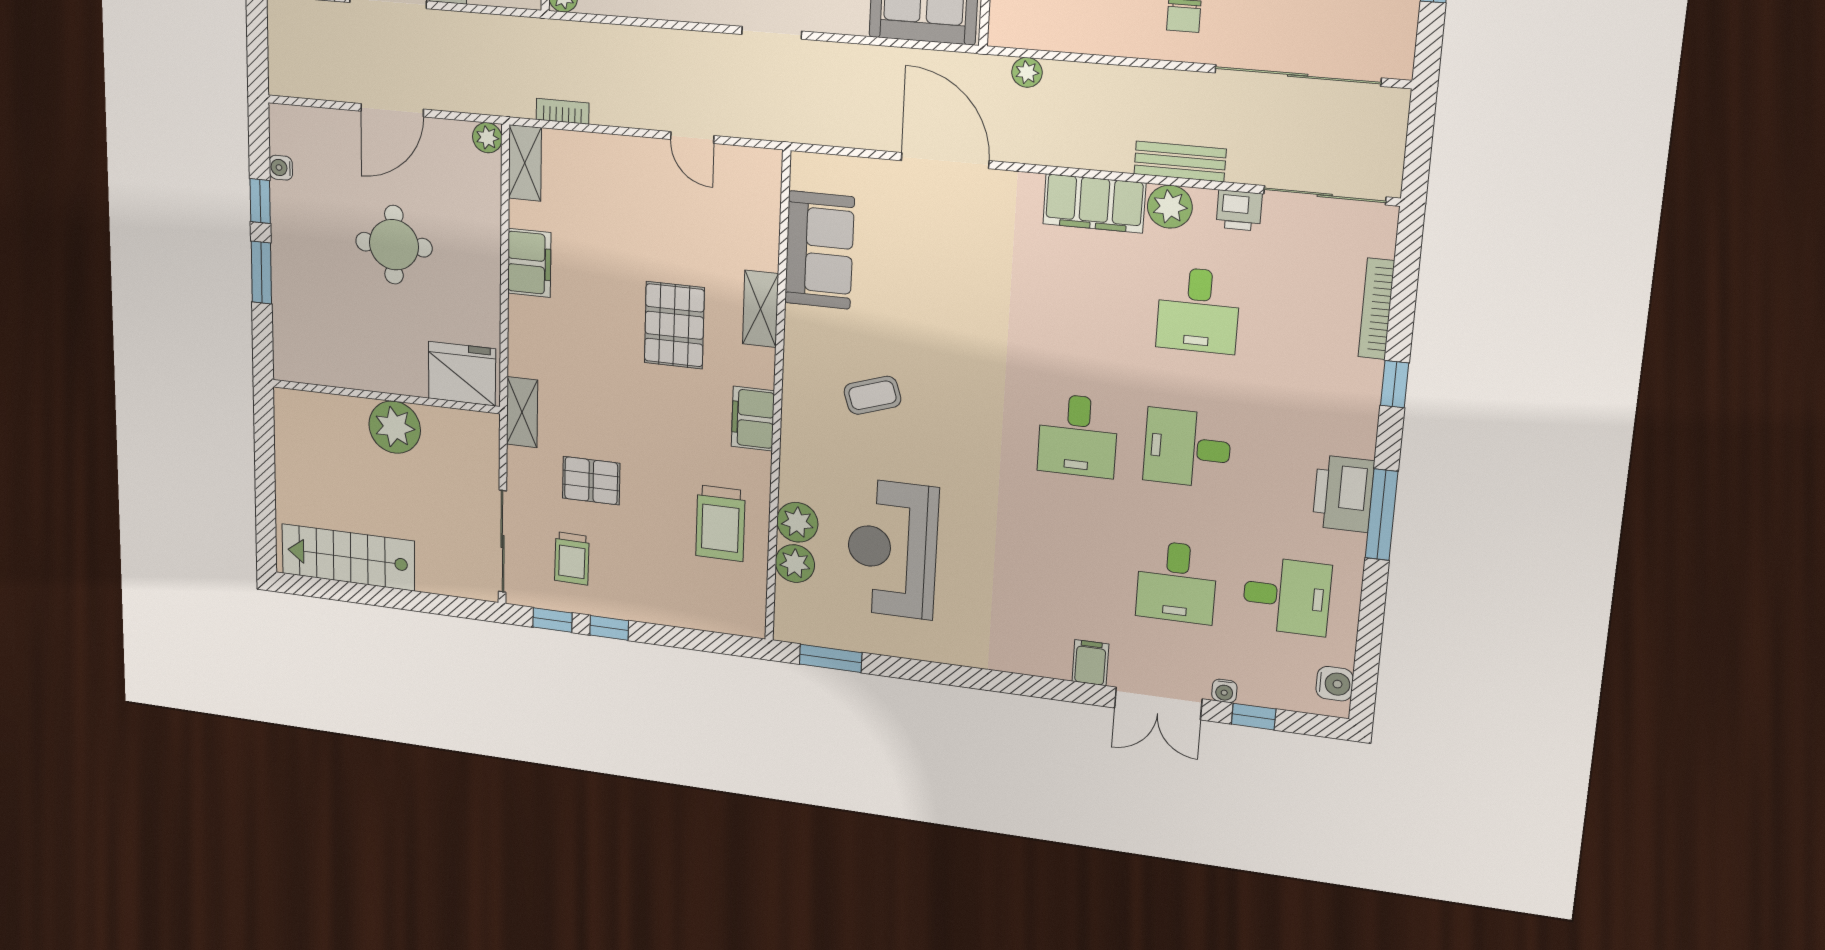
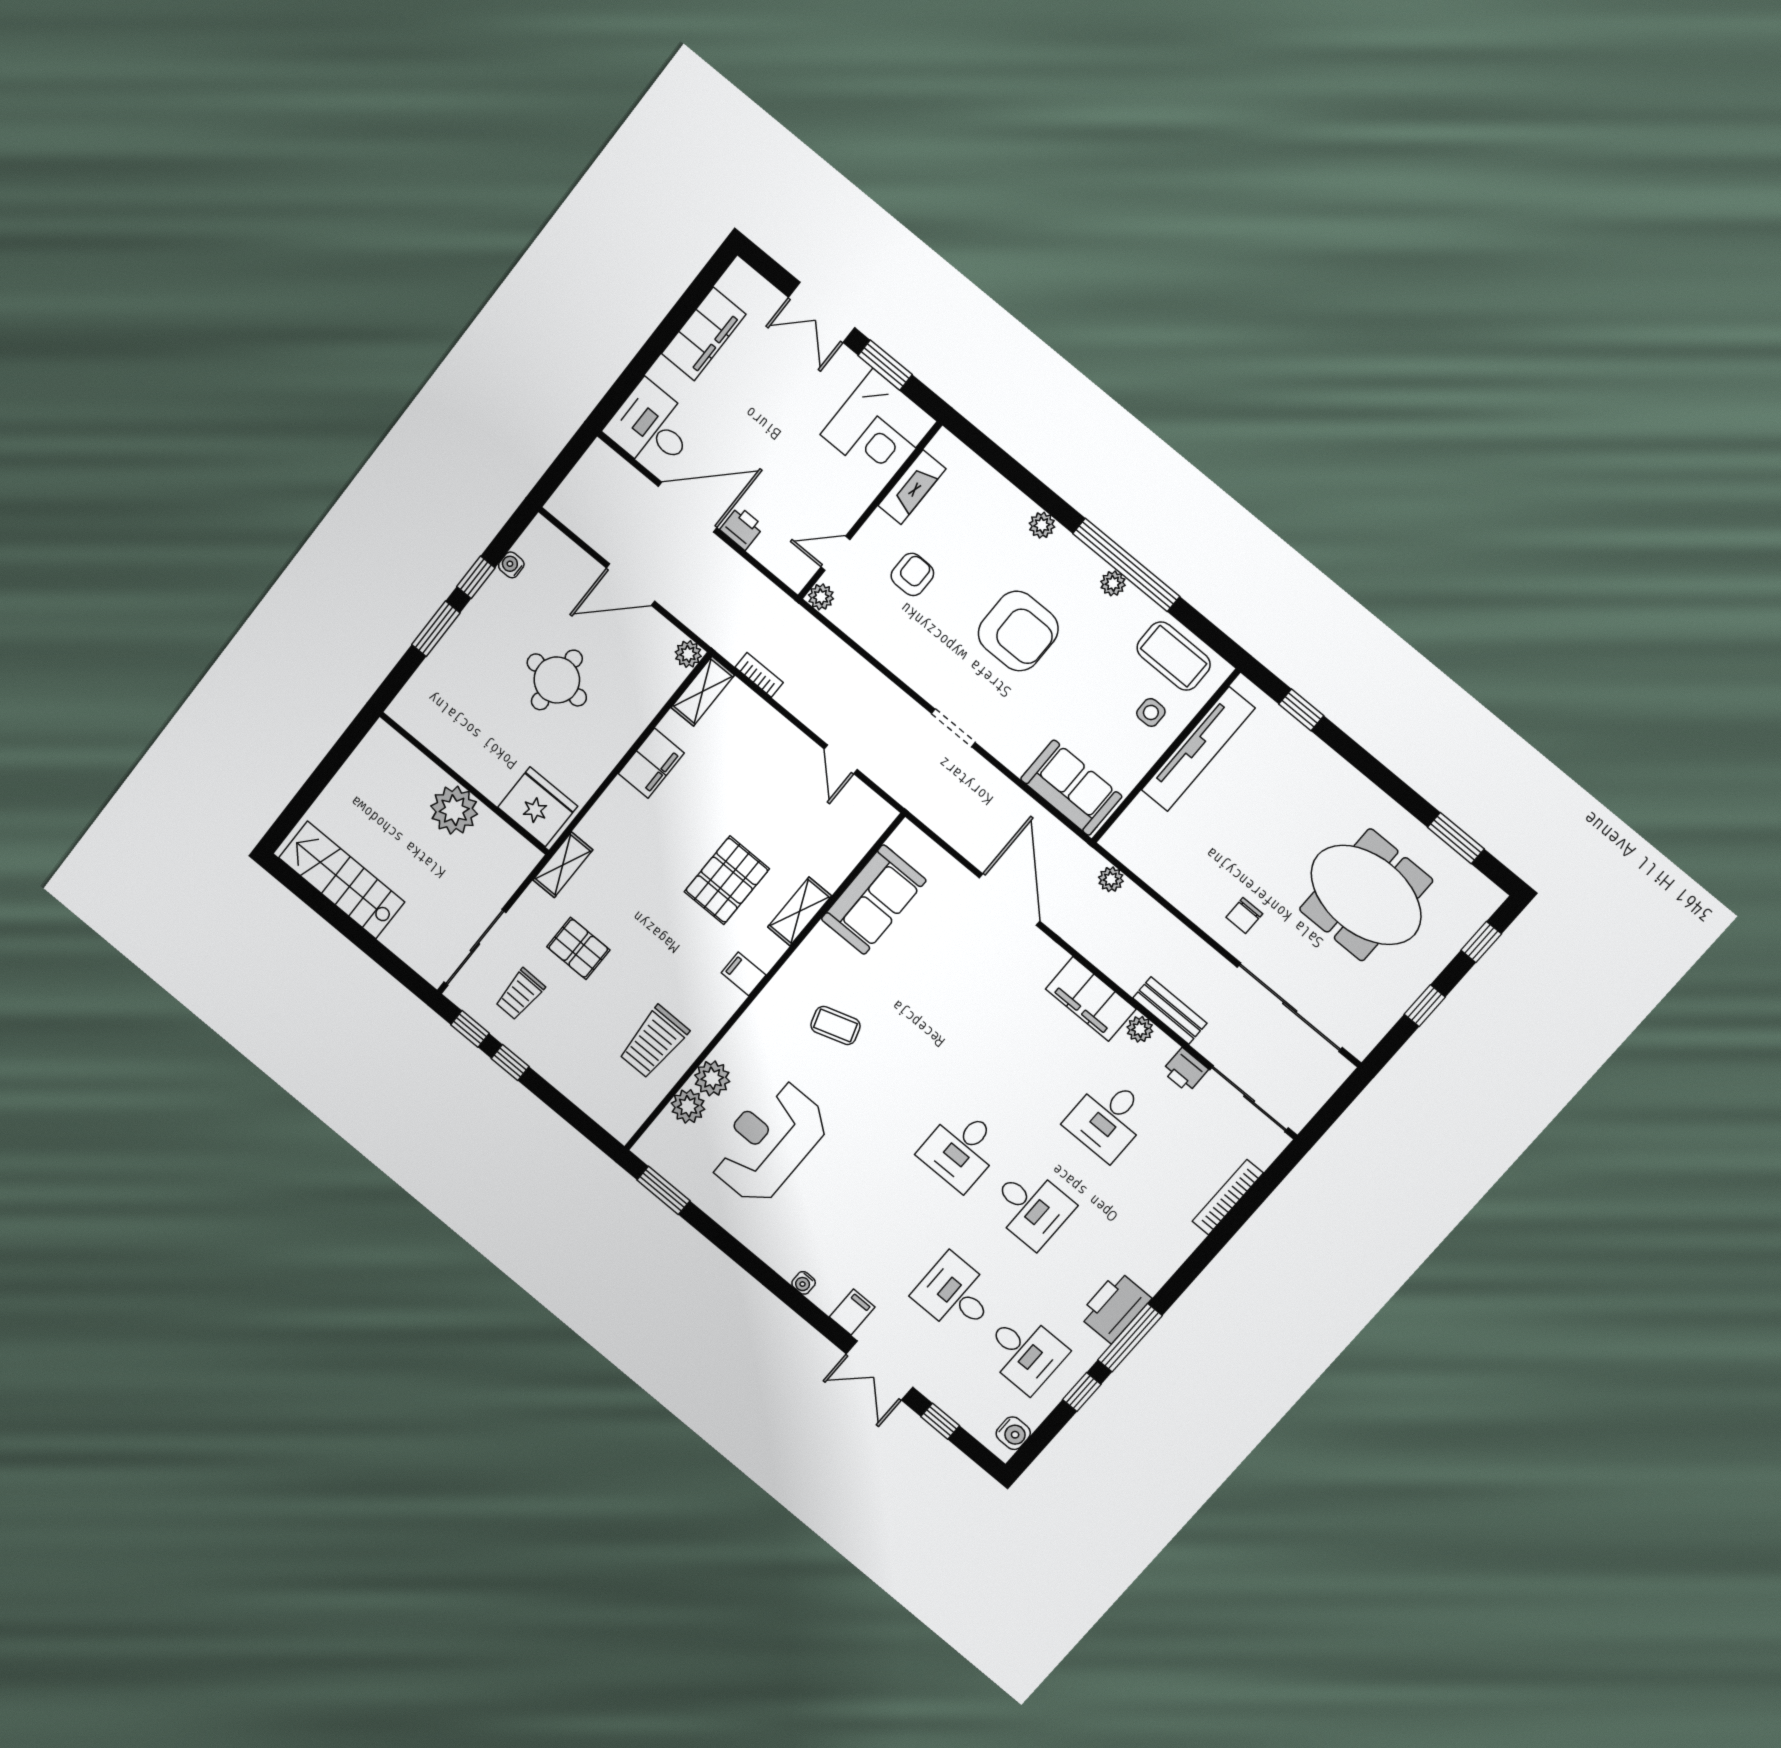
plant: (1170, 207) -> (1140, 1029), width x0.73, depth x0.73
window: (1395, 384) -> (1082, 1392), moved
filing cabinet: (753, 419) -> (744, 974), width x0.50
desk: (1187, 448) -> (1031, 1207), turned 180
desk: (1177, 582) -> (955, 1294), turned 90
water cooler: (1224, 691) -> (804, 1283), moved

